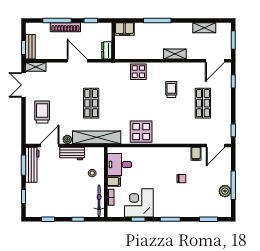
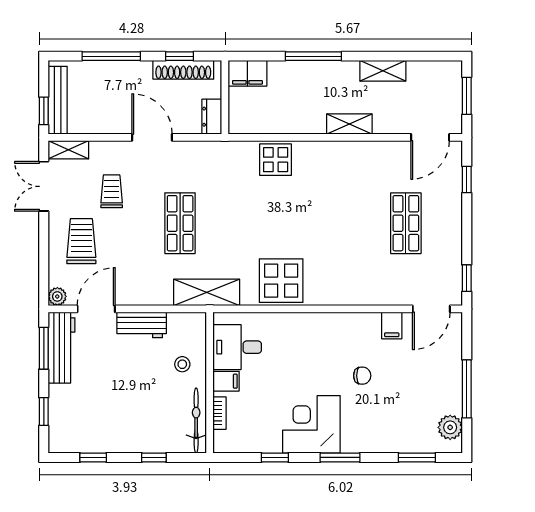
shoe rack: (65, 27) -> (183, 70), moved
shelving: (204, 28) -> (383, 71), moved
bench: (30, 47) -> (58, 100), width x1.36
trolley: (171, 89) -> (112, 191), moved
shelving: (97, 137) -> (207, 292), width x0.68
plant: (67, 139) -> (57, 296), moved
plant: (225, 191) -> (450, 427), moved
corner desk: (139, 203) -> (311, 424), moved

